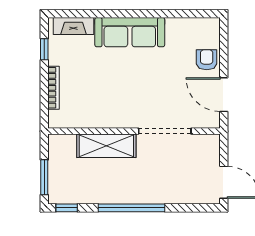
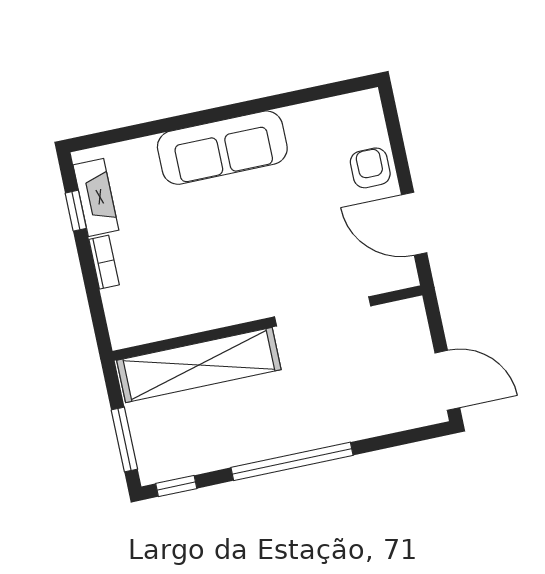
fireplace: (73, 26) -> (96, 198), moved, turned -90
bookcase: (54, 88) -> (104, 262), width x0.64
shelving: (106, 146) -> (199, 365), width x1.47

